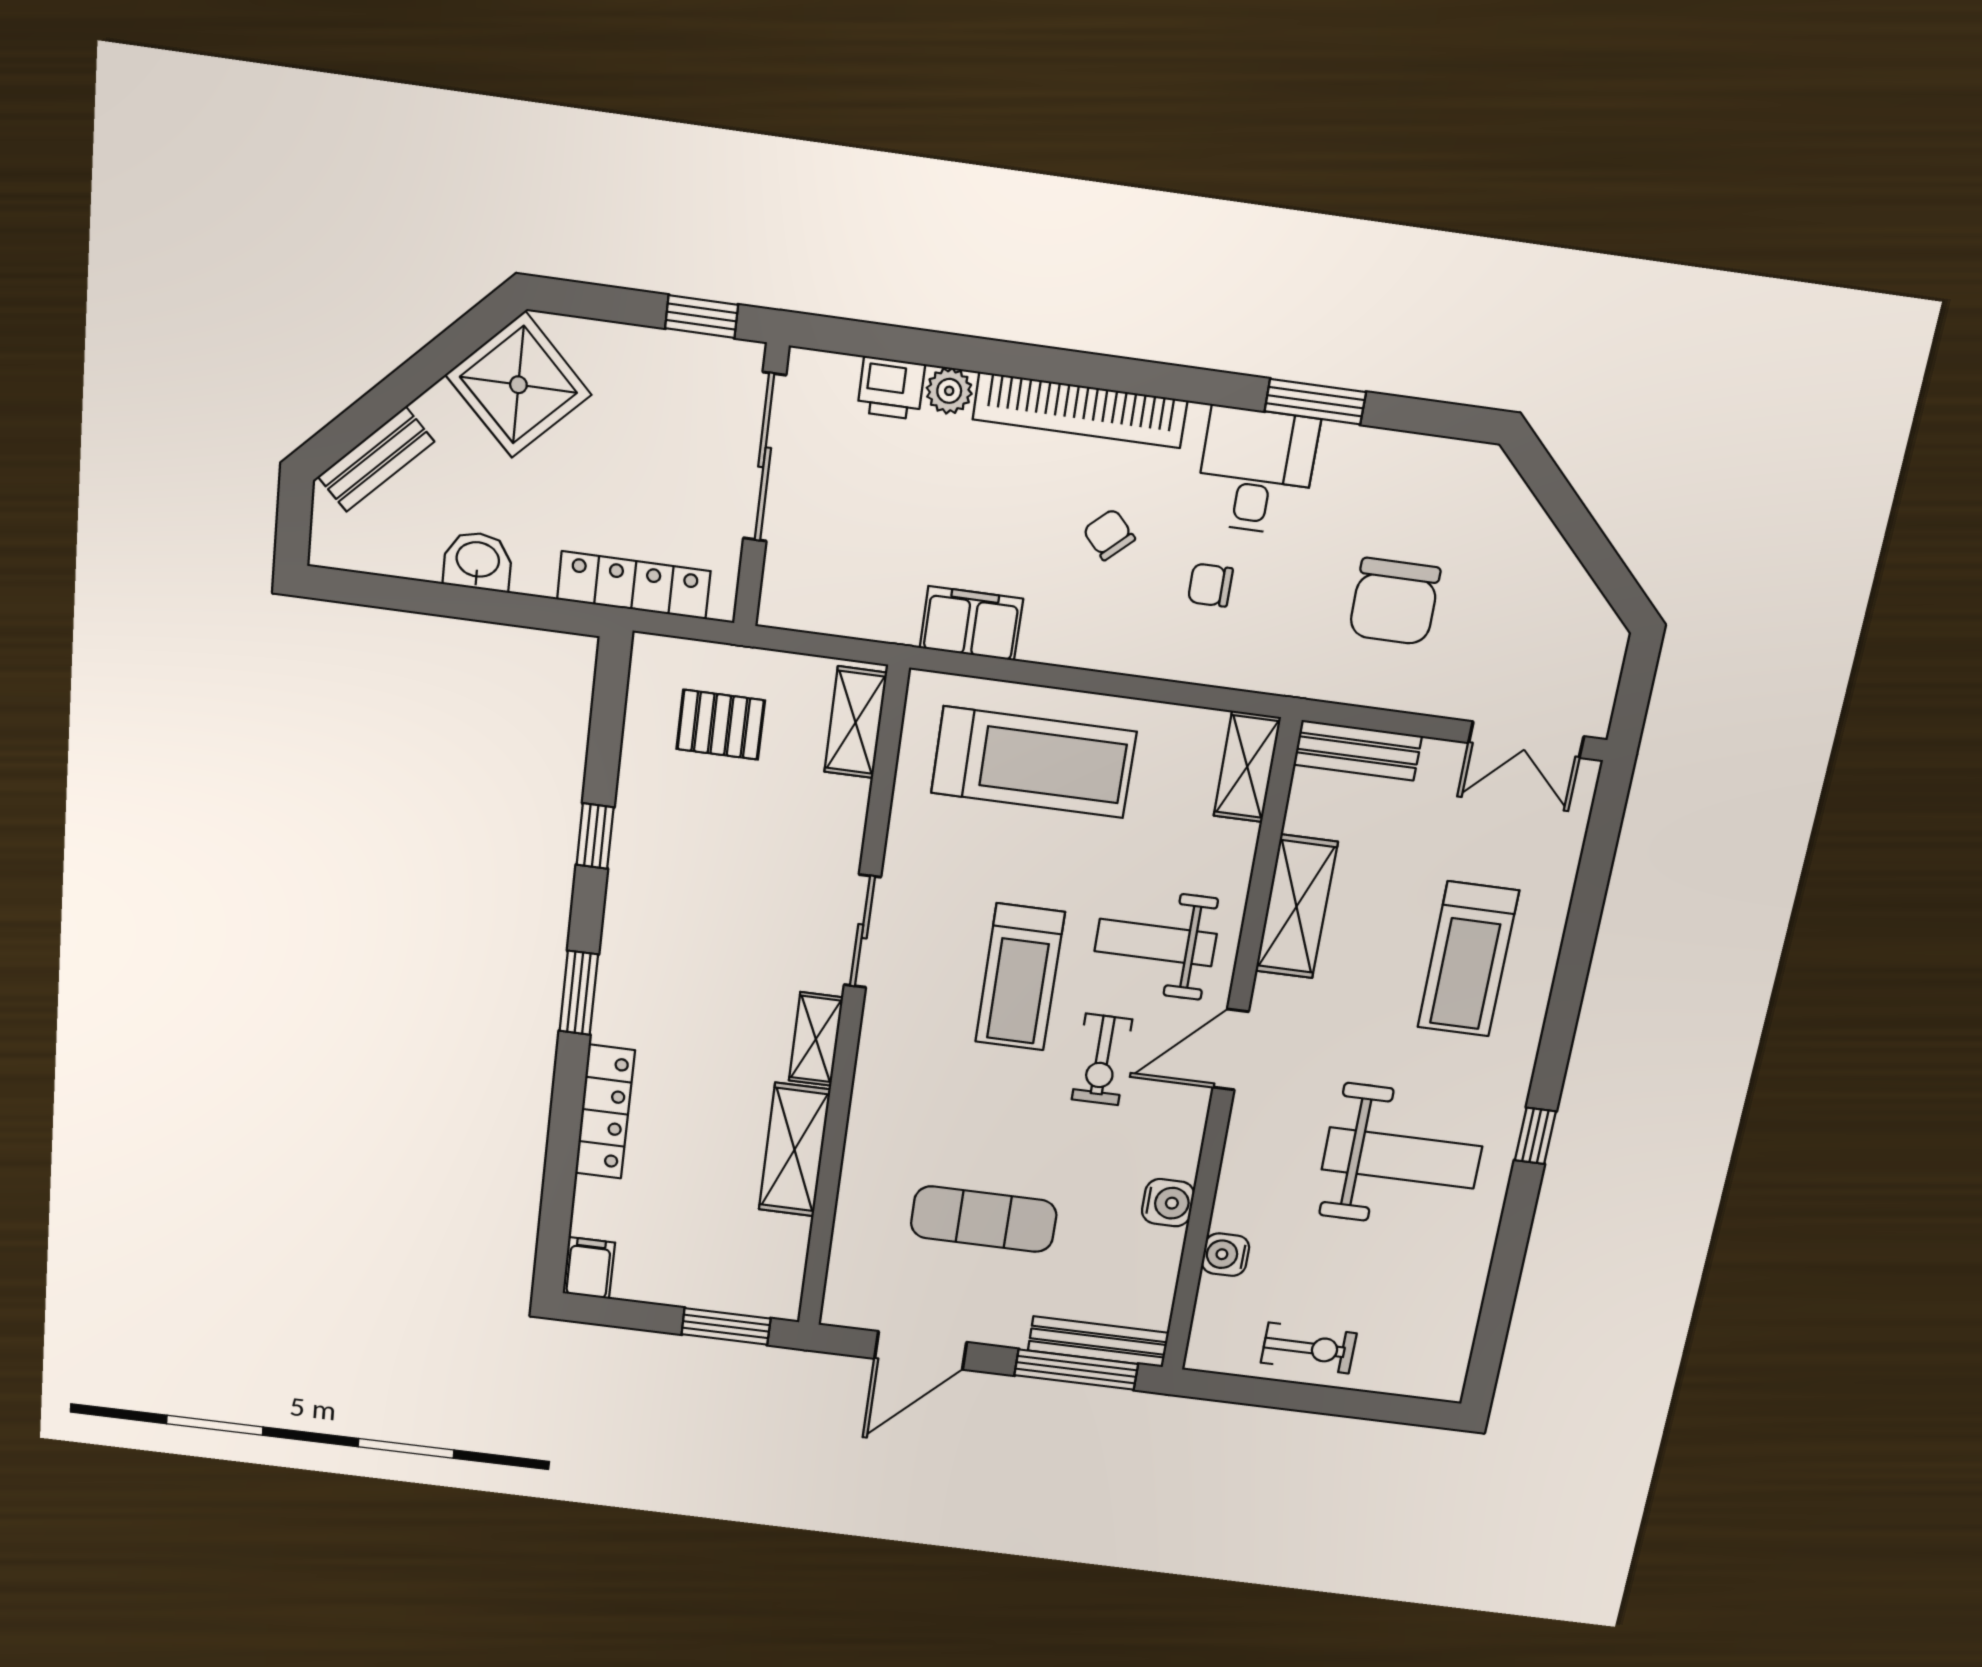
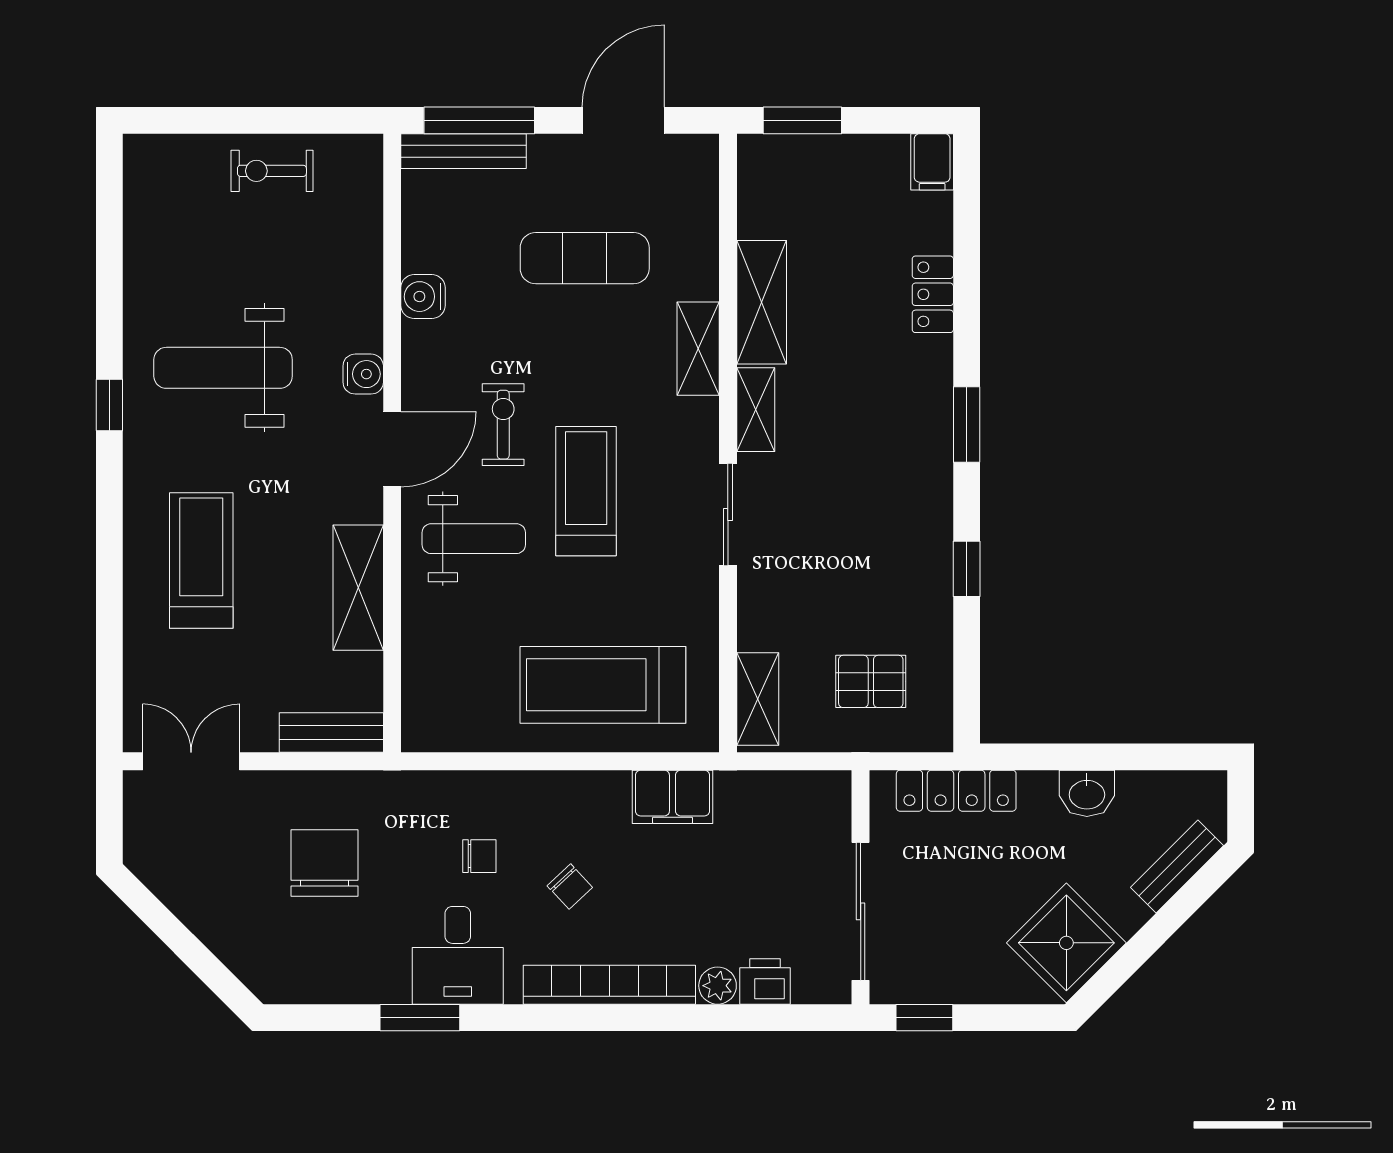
shelving: (1247, 767) -> (698, 349), moved
locker: (605, 1112) -> (933, 294), width x0.66
water cooler: (1225, 1255) -> (363, 374), moved

